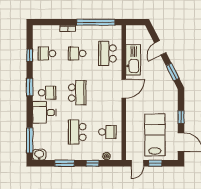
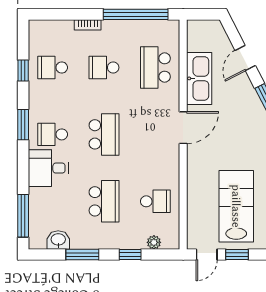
school desk: (47, 93) -> (53, 134), turned 180
school desk: (77, 132) -> (104, 201), turned 180
washbasin: (39, 155) -> (58, 240), moved

